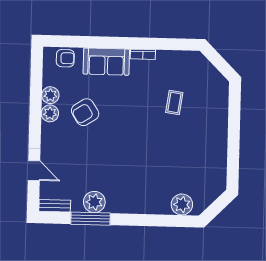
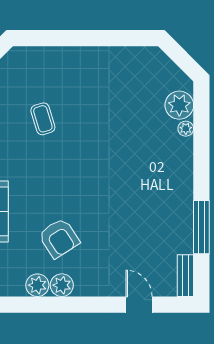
coffee table: (174, 103) -> (43, 119), turned 65
door: (34, 171) -> (139, 305), hinge flipped
plant: (94, 202) -> (186, 129), moved, width x0.53, depth x0.53

